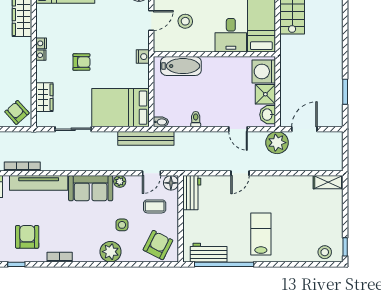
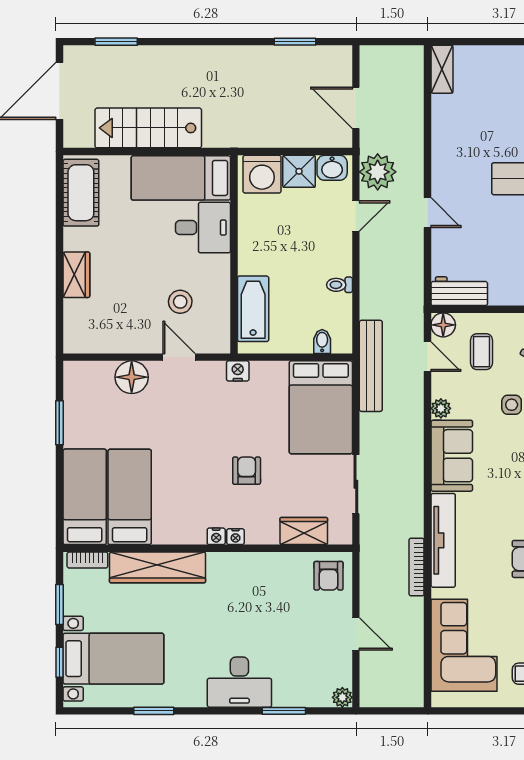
armchair: (17, 112) -> (329, 576), turned -48
bidet: (161, 122) -> (322, 341), moved
plant: (277, 143) -> (378, 172), moved

